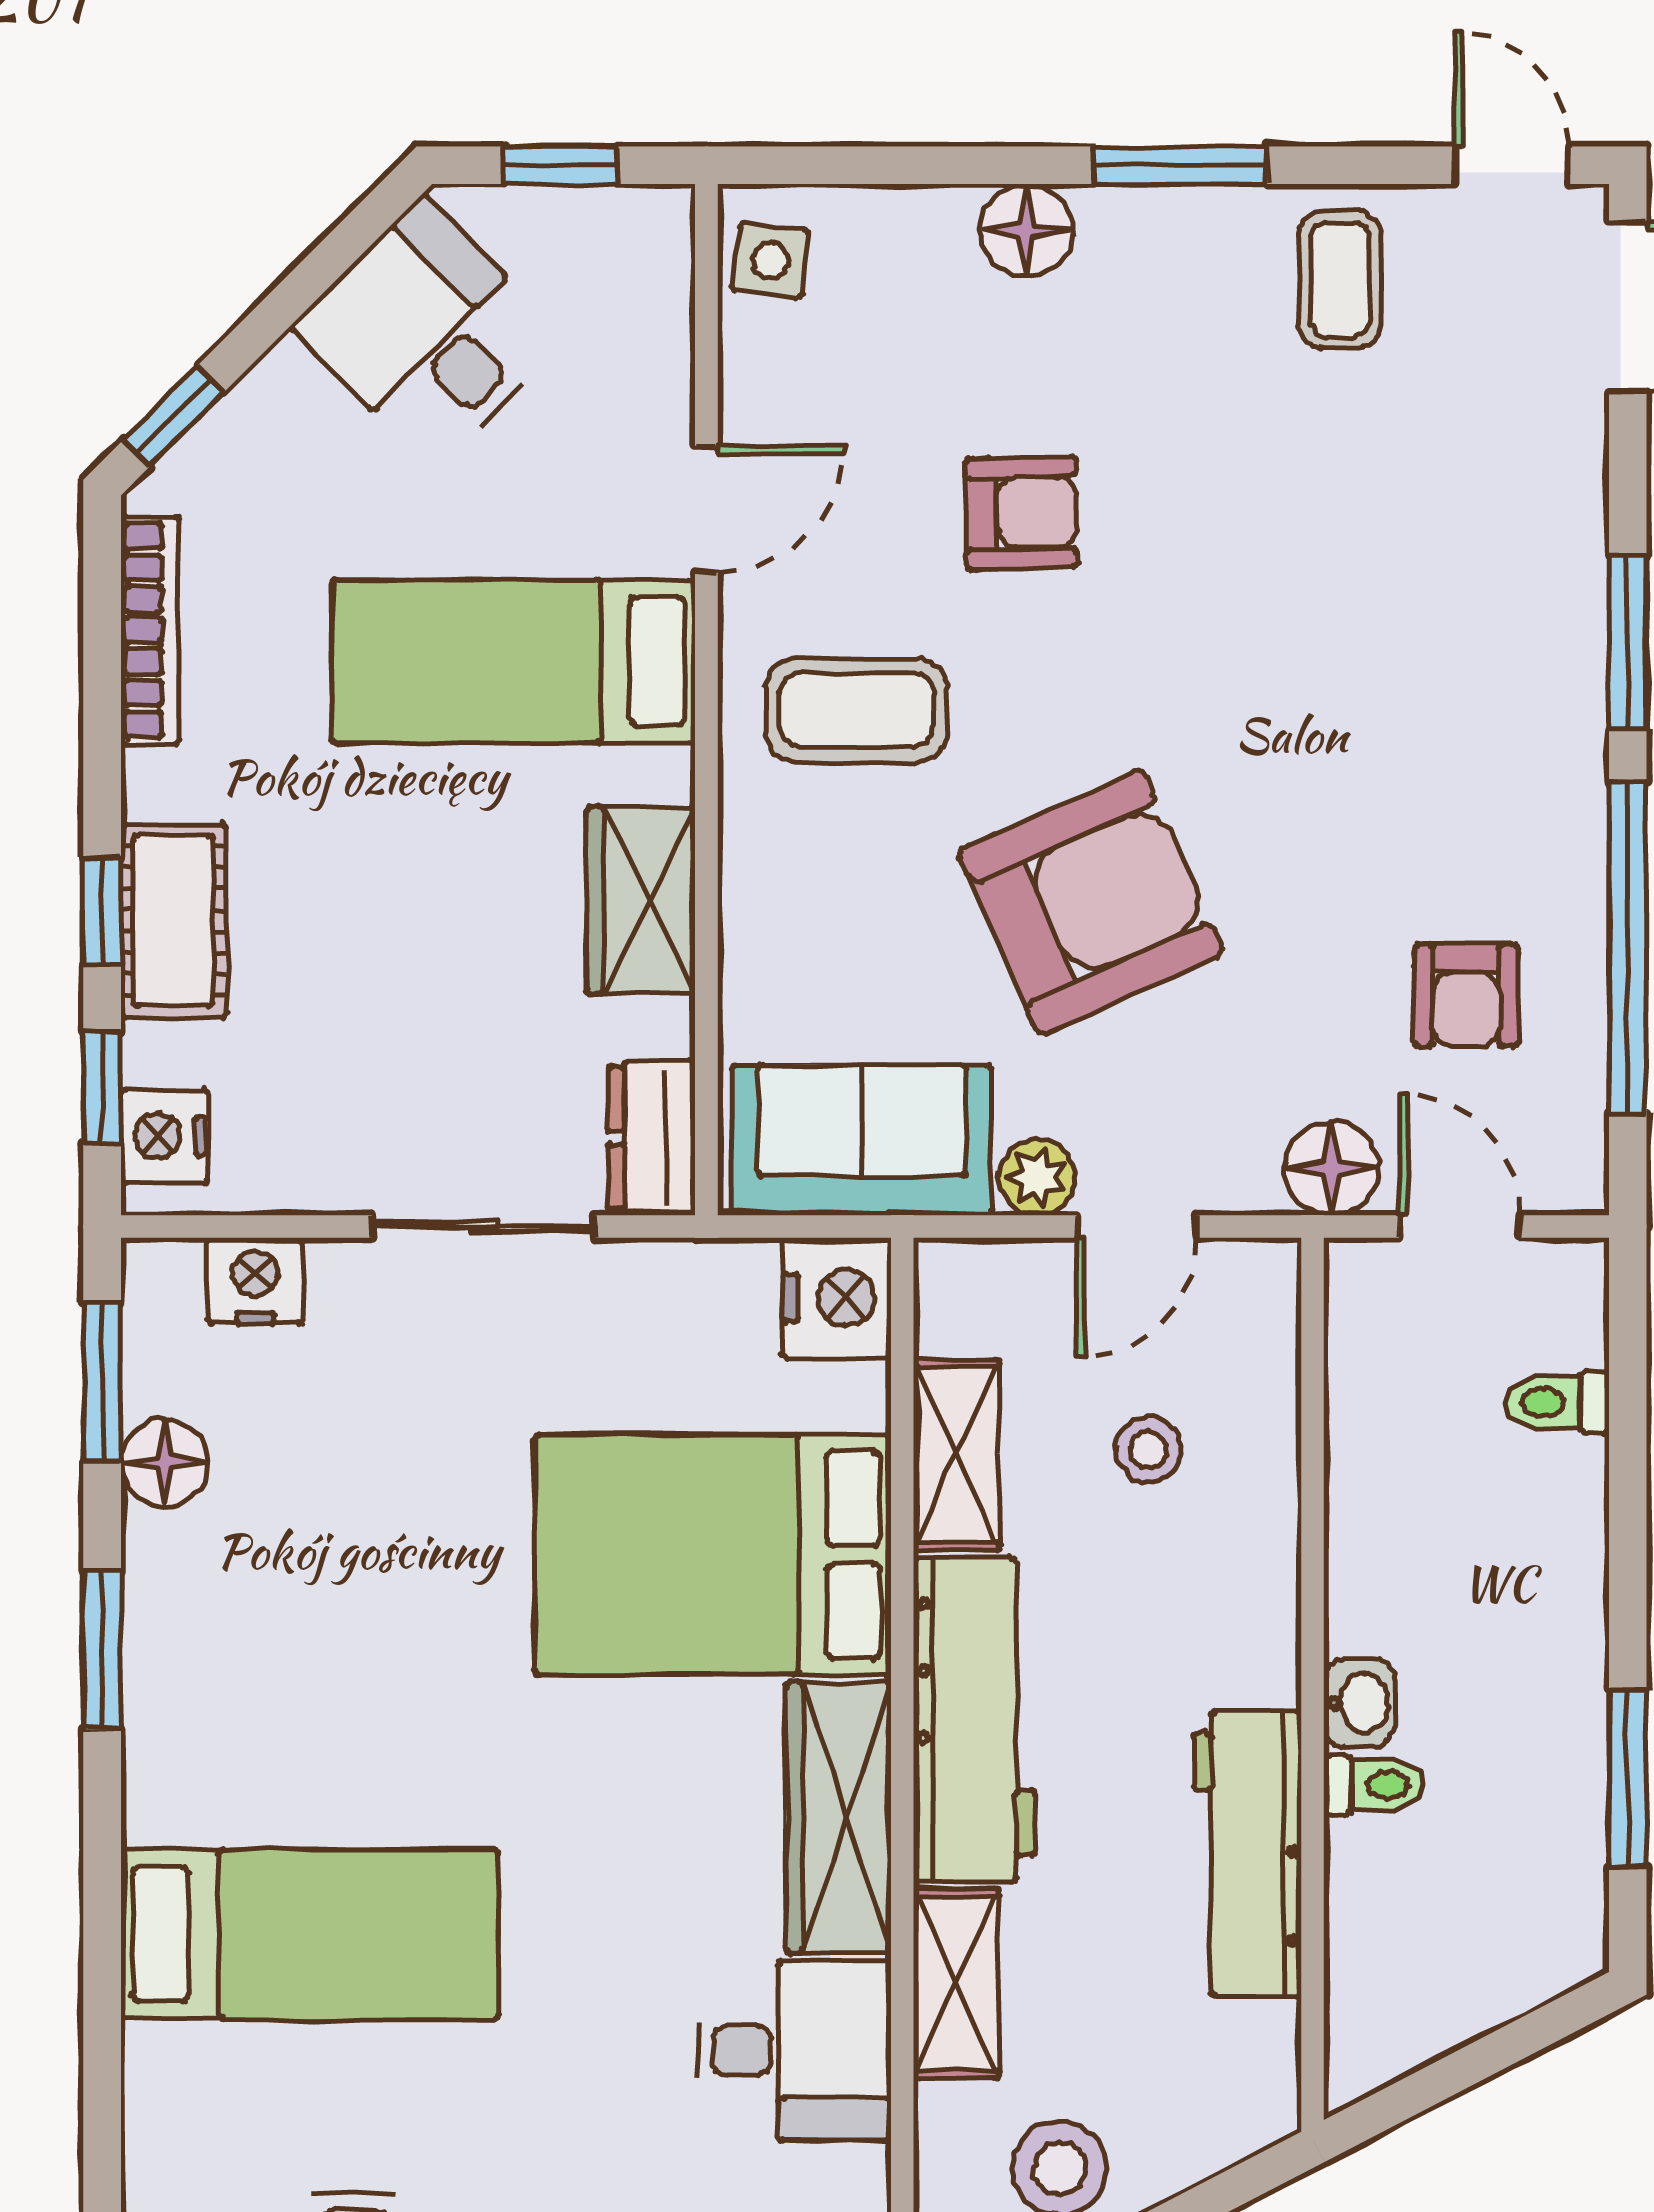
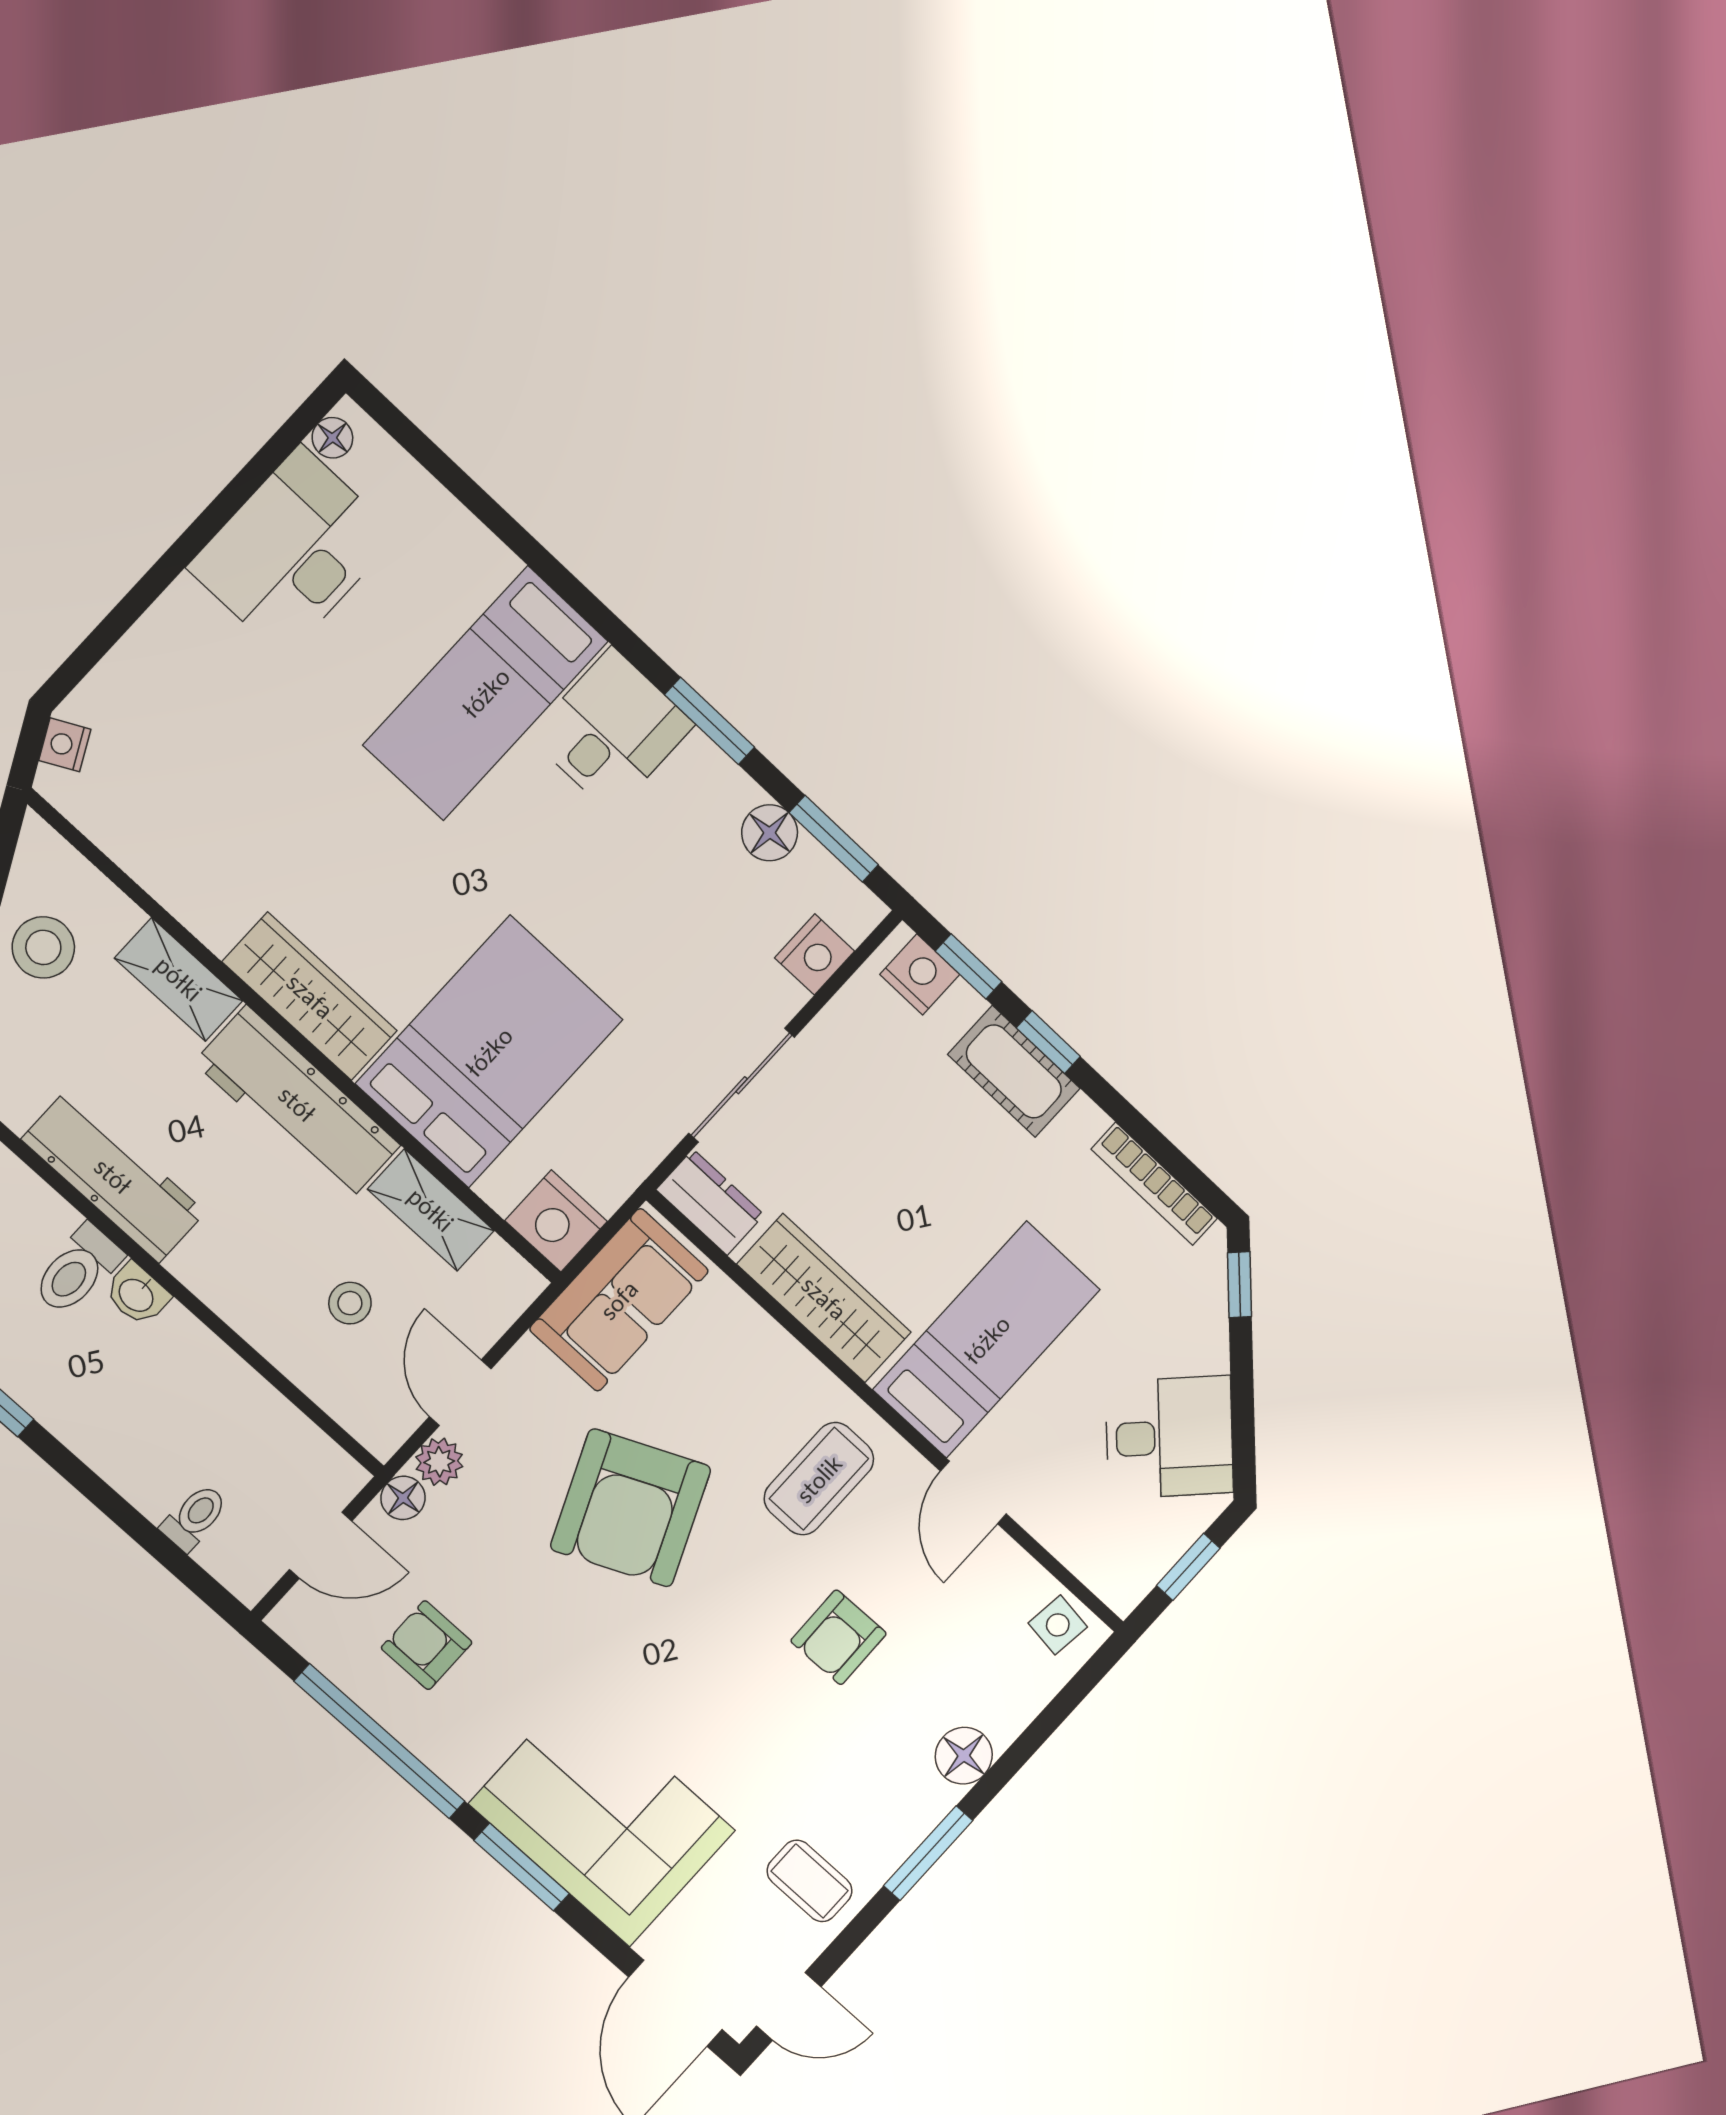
corner sofa: (1484, 600) -> (602, 1817), added
wardrobe: (641, 900) -> (824, 1298), width x1.50
floor lamp: (1332, 1168) -> (403, 1498), width x0.73, depth x0.73
plant: (1037, 1177) -> (439, 1462), moved
toilet: (1373, 1785) -> (77, 1270), width x1.37, depth x1.39
desk: (794, 2051) -> (612, 730), moved, turned 180

